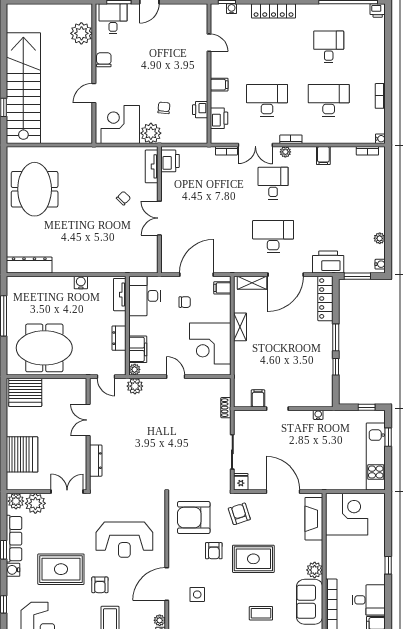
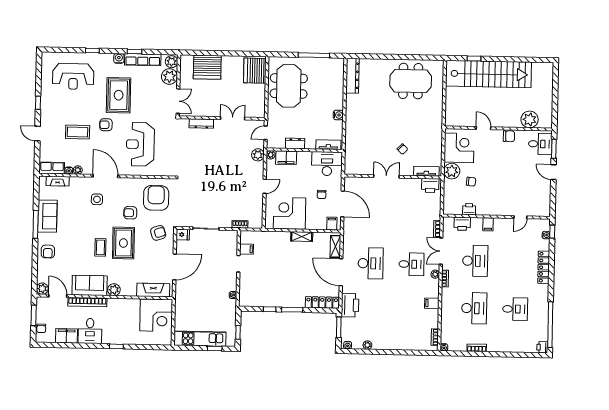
coffee table: (261, 613) -> (100, 247), moved

